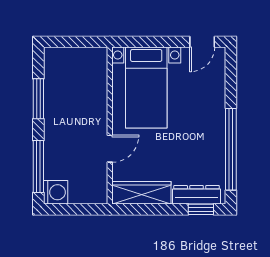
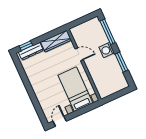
door: (110, 149) -> (79, 54), swing flipped
window: (231, 149) -> (25, 79), removed
washing machine: (56, 192) -> (107, 50), moved

